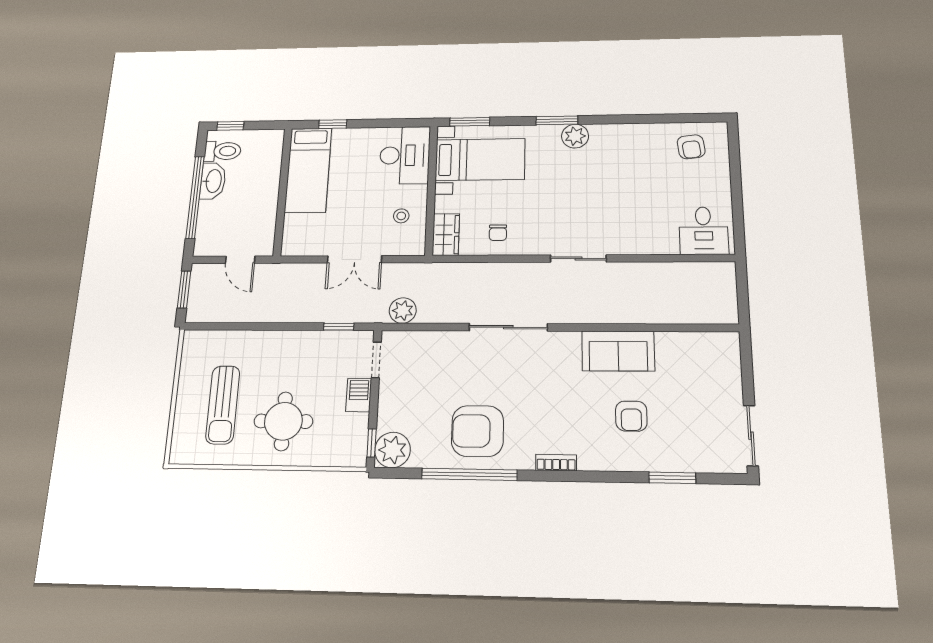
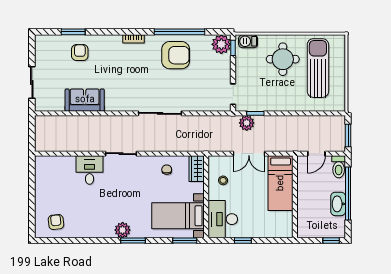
window: (333, 124) -> (243, 240), moved
toilet: (223, 151) -> (339, 167), moved, turned -90
bed: (308, 170) -> (281, 183), moved, turned 180
desk: (704, 231) -> (90, 170), moved
double door: (354, 259) -> (249, 154), swing flipped
door: (240, 260) -> (316, 154), swing flipped
plant: (403, 311) -> (247, 123), moved
sofa: (618, 351) -> (85, 100), moved
barbecue: (359, 395) -> (248, 41), moved, turned 90
sun lounger: (223, 405) -> (318, 68), width x1.36, depth x1.34
armchair: (631, 416) -> (80, 53), moved
sliding door: (751, 436) -> (32, 83), moved

